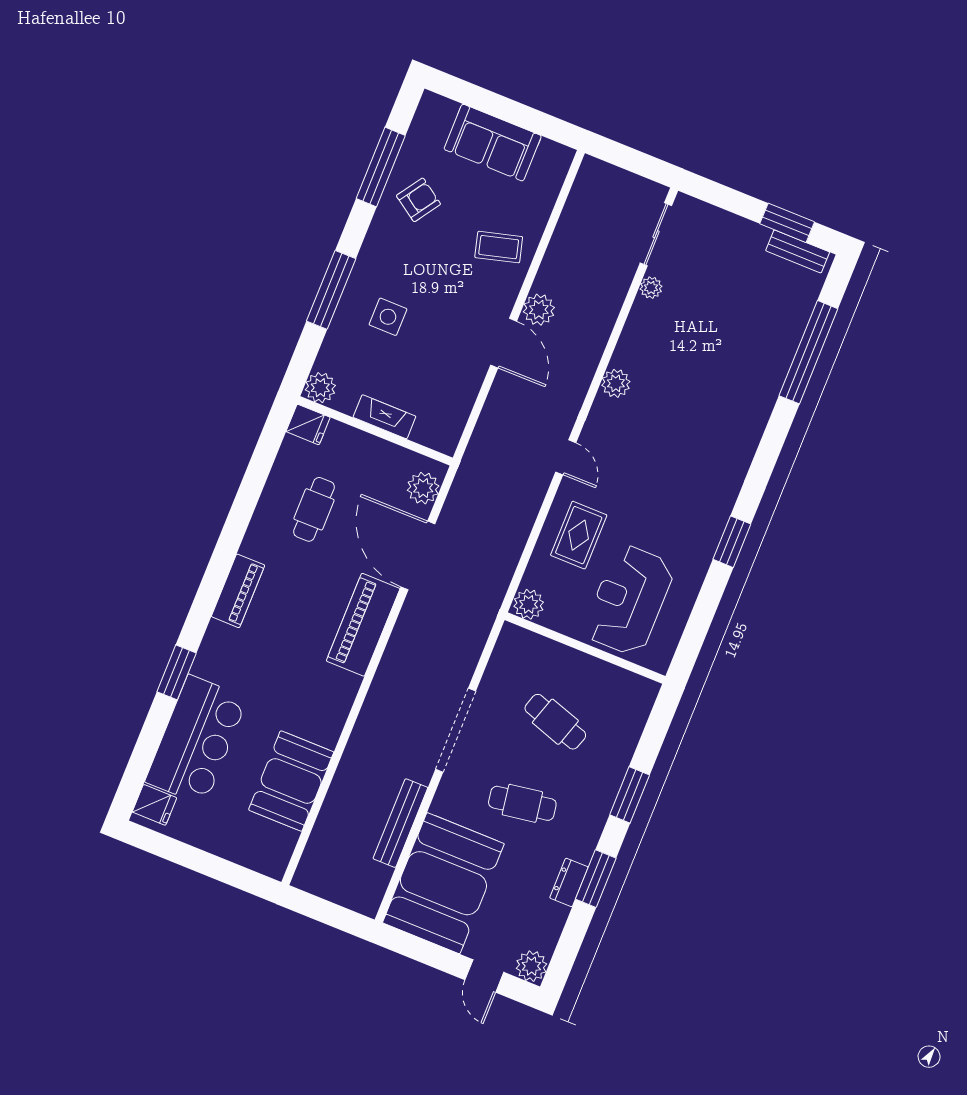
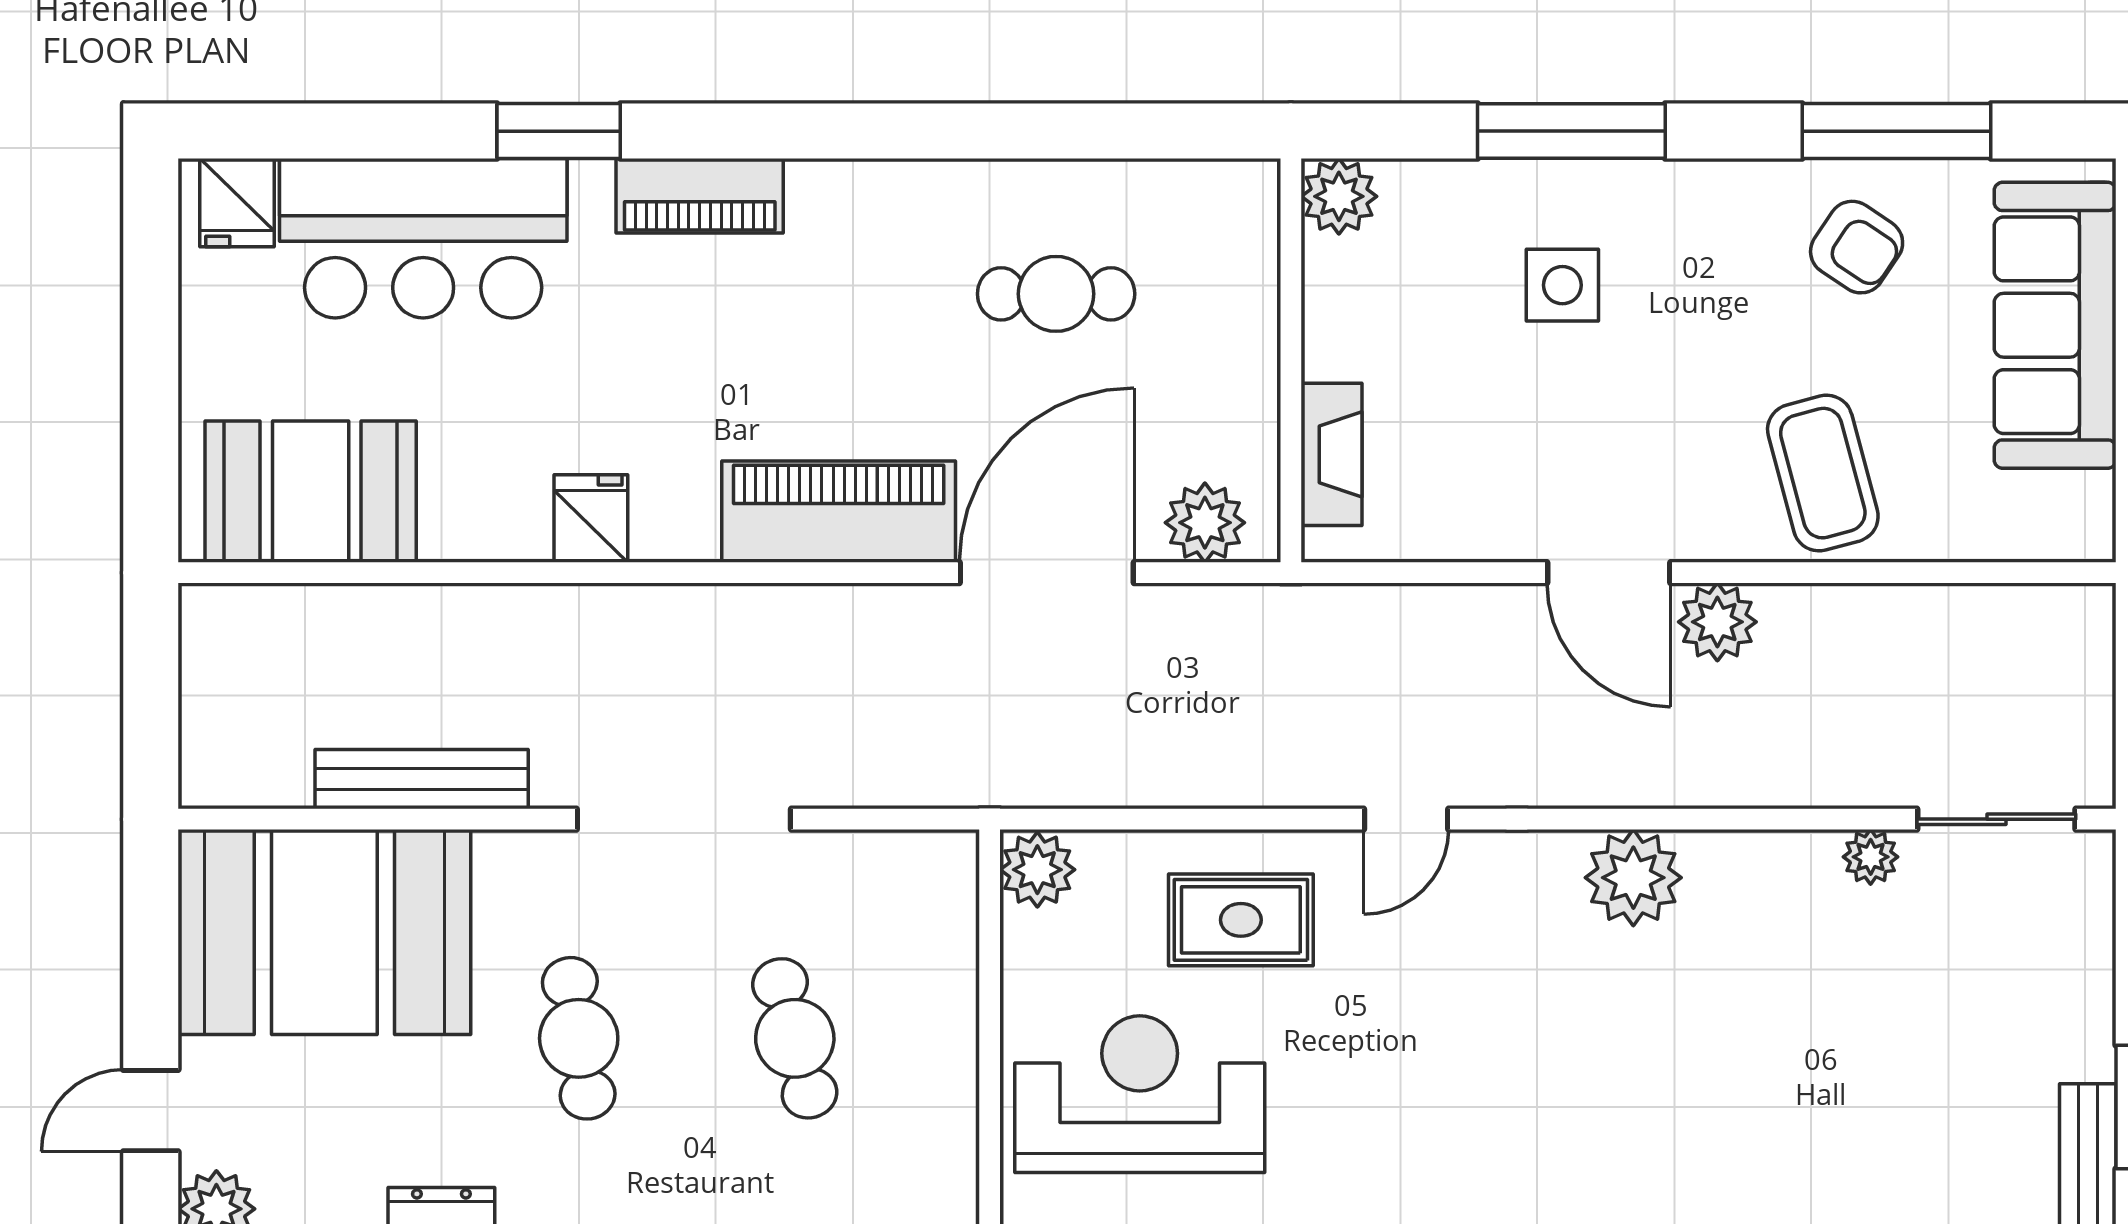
sofa: (493, 143) -> (2055, 325), width x1.36
coffee table: (499, 247) -> (1823, 473), width x1.36, depth x1.30
door: (504, 343) -> (1609, 573), hinge flipped
plant: (616, 383) -> (1633, 878), width x1.36, depth x1.36
fireplace: (384, 417) -> (1332, 454), moved
fridge: (308, 424) -> (591, 519), moved, turned 180
piano: (238, 591) -> (700, 196), moved
cafe table: (555, 722) -> (795, 1038), turned -33
booth: (291, 781) -> (311, 492), moved

